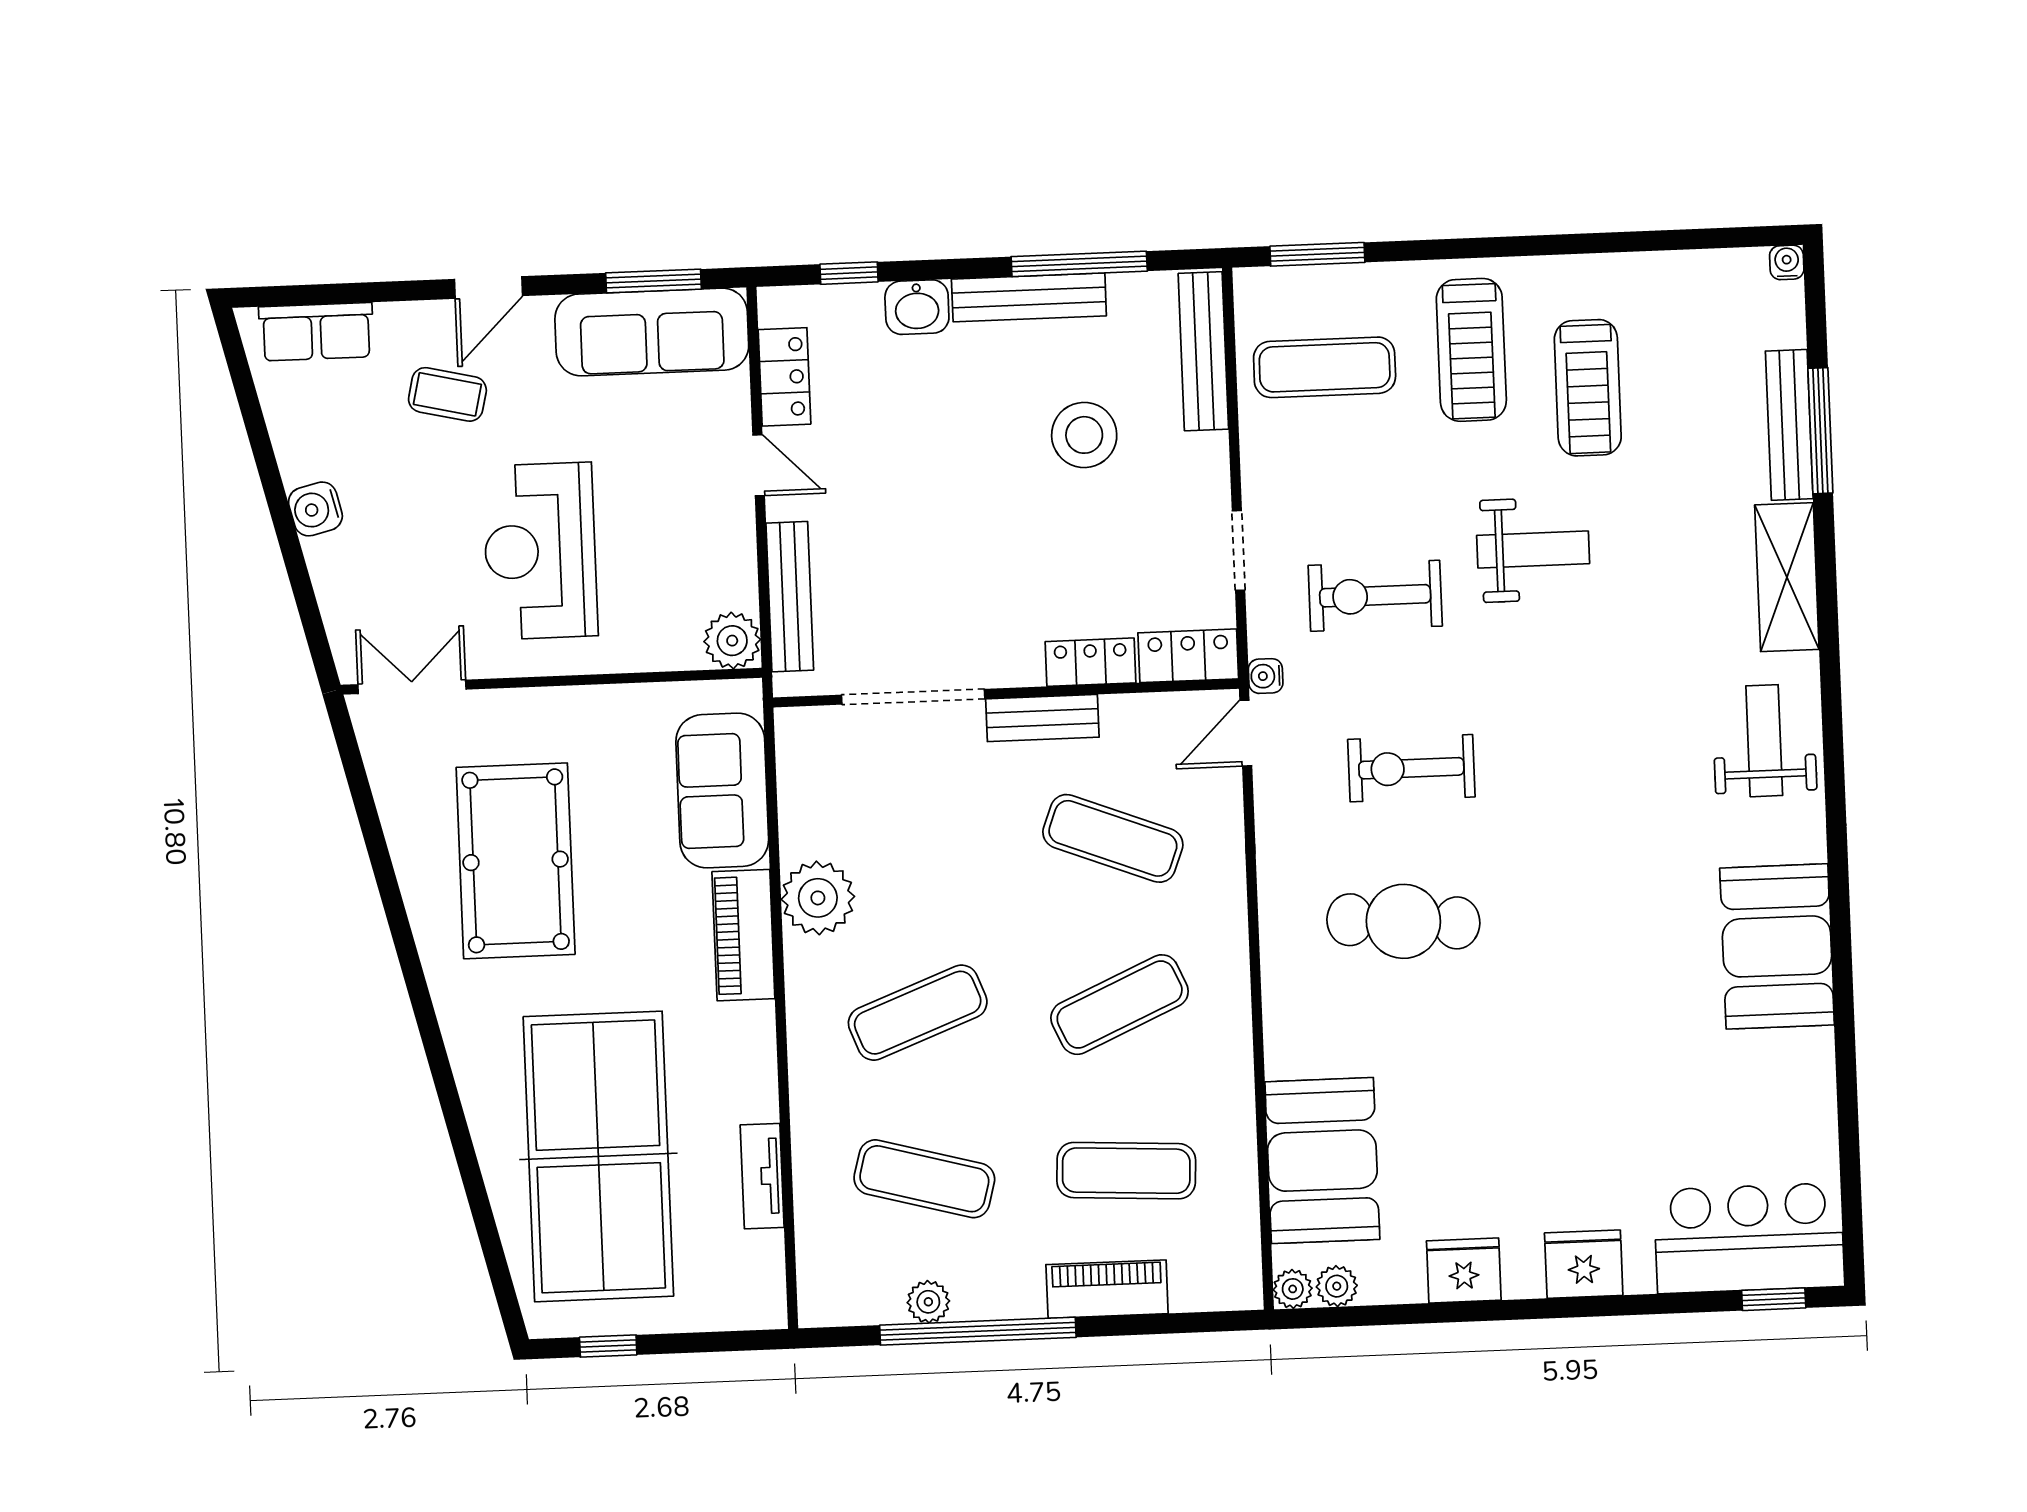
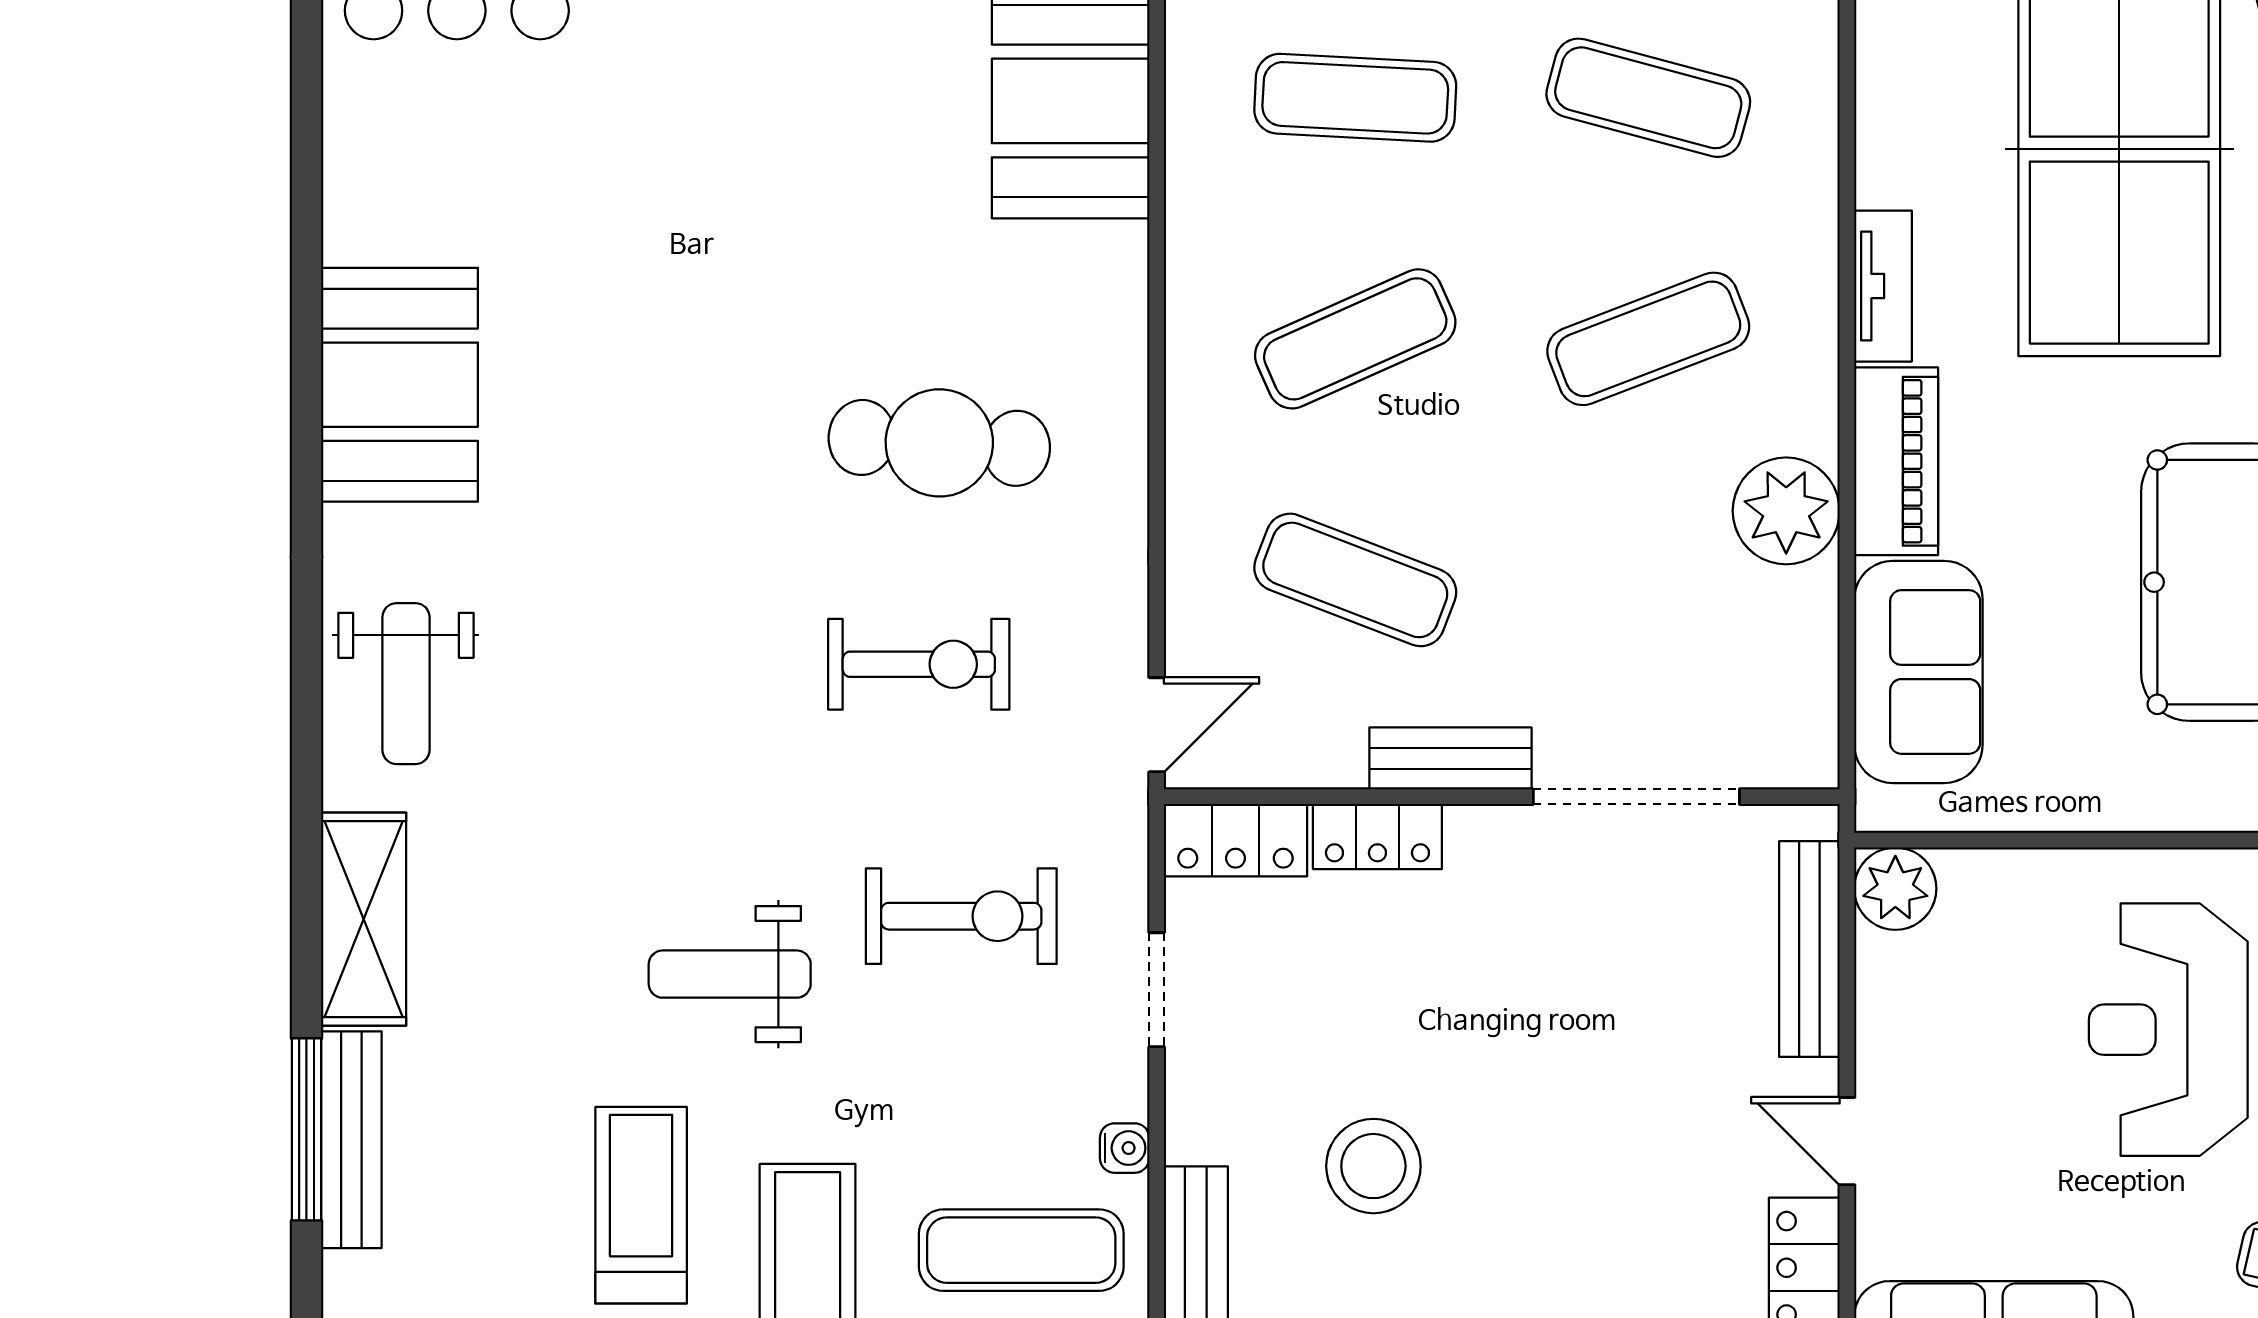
reception desk: (540, 551) -> (2168, 1030), turned 180
water cooler: (1266, 676) -> (1125, 1148), moved
tv unit: (762, 1176) -> (1883, 286), moved

